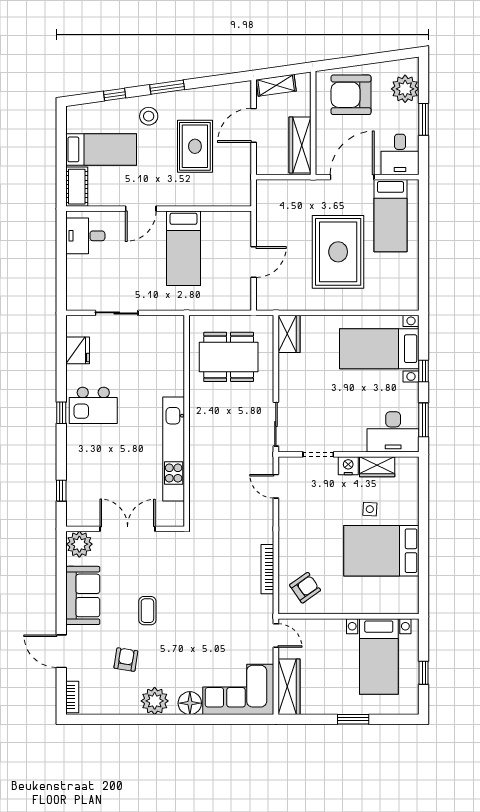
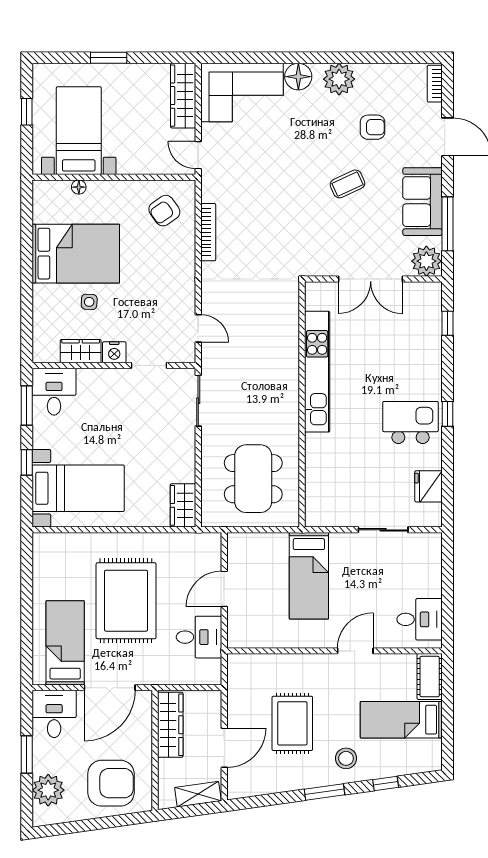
desk: (275, 221) -> (199, 637), added
bed: (184, 248) -> (309, 576), moved, turned 180
dining table: (229, 357) -> (253, 479), turned 90
desk: (393, 432) -> (54, 392), width x0.73
window: (61, 576) -> (448, 224), added
floor lamp: (379, 608) -> (79, 187), added
coffee table: (147, 611) -> (348, 184), turned 65
armchair: (126, 660) -> (372, 127), turned -99

